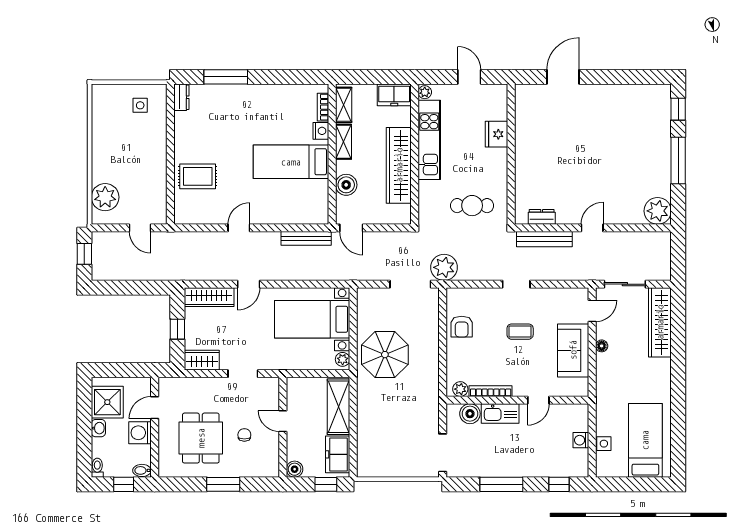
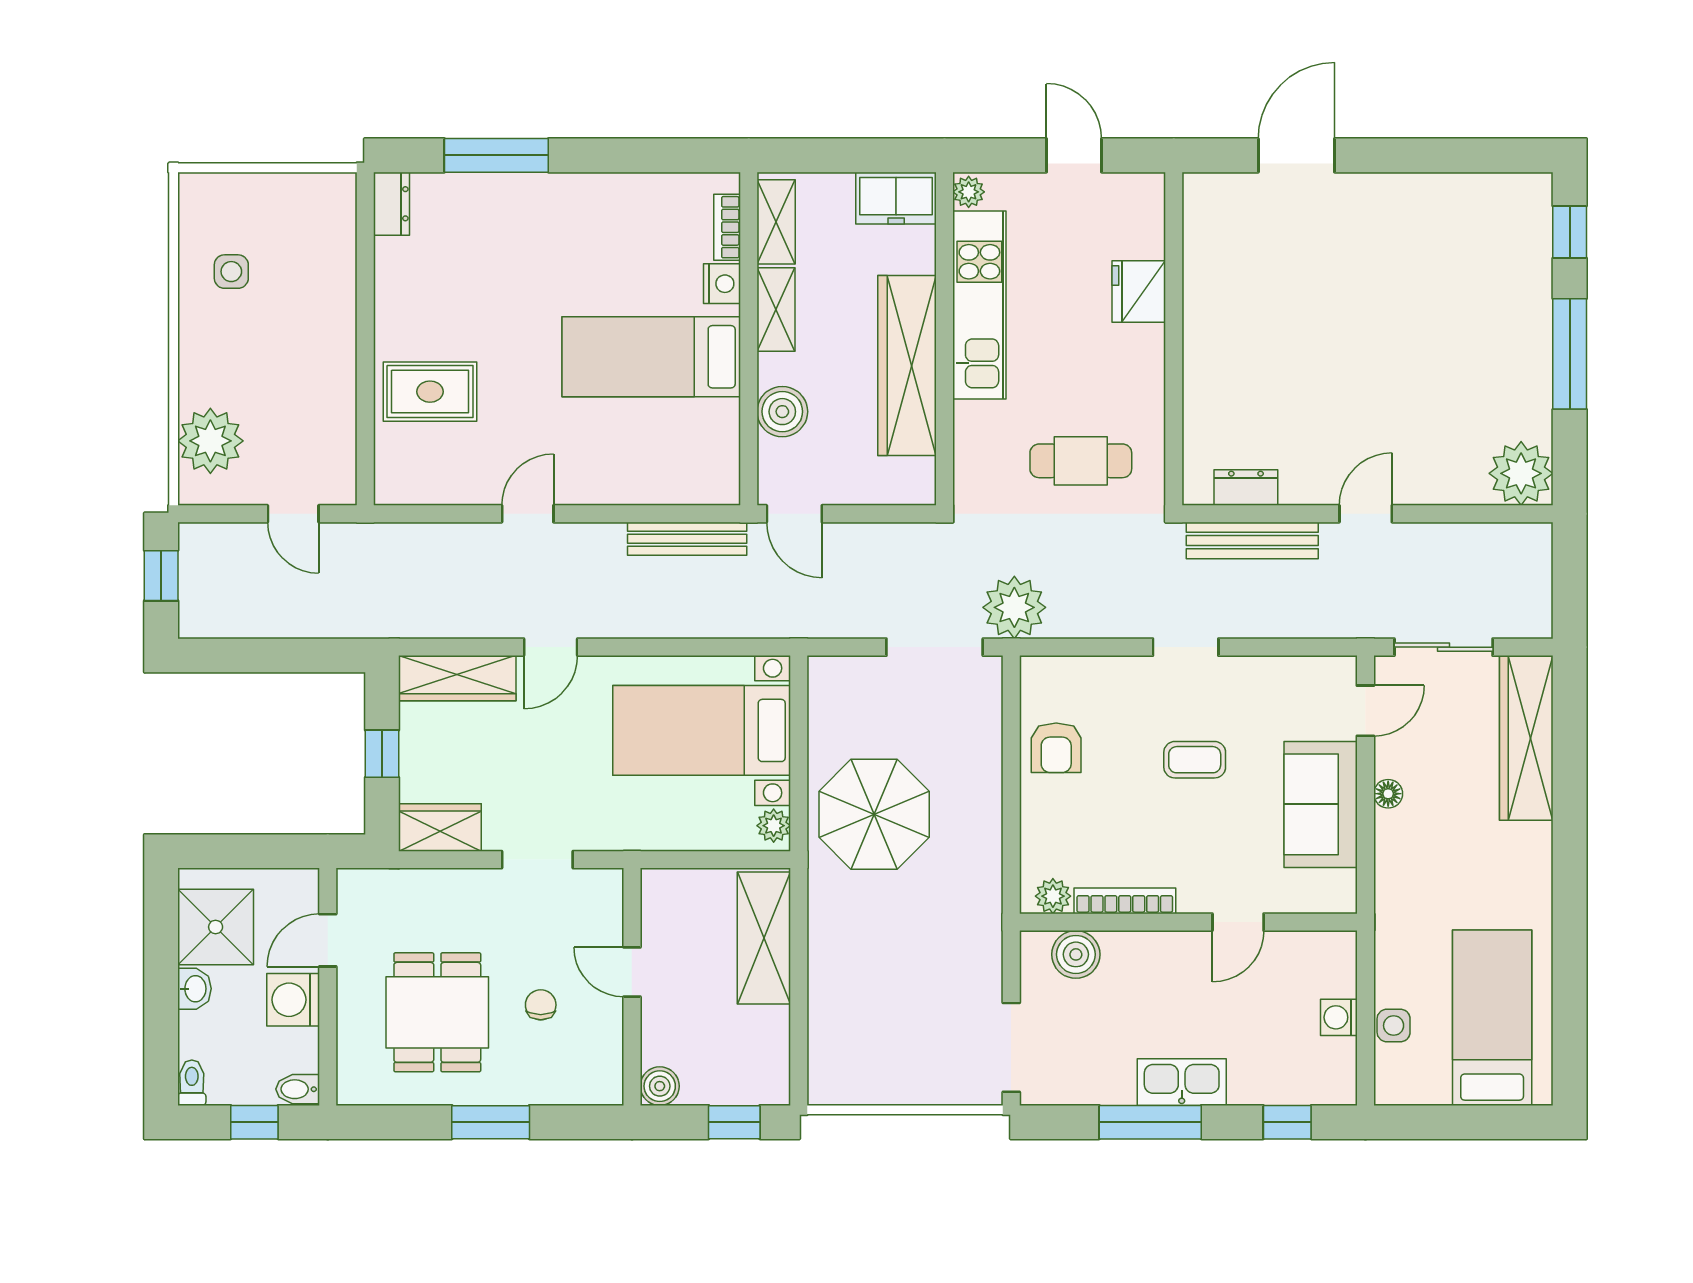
side table: (140, 105) -> (231, 272), moved
kitchen sink: (500, 413) -> (1182, 1082), moved, turned 180
freezer: (338, 454) -> (762, 1051), removed

